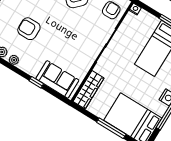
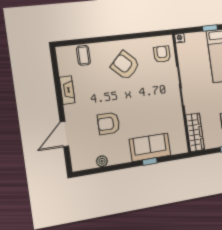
plant: (14, 60) -> (117, 159), removed
sofa: (57, 79) -> (150, 147), moved

